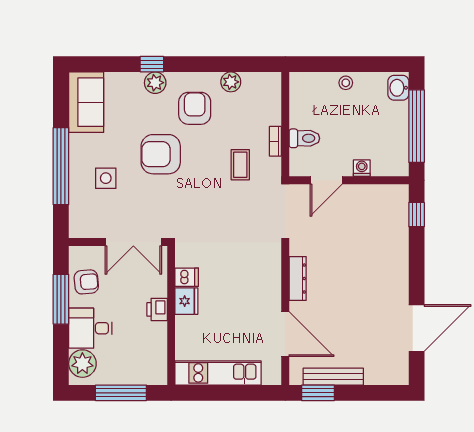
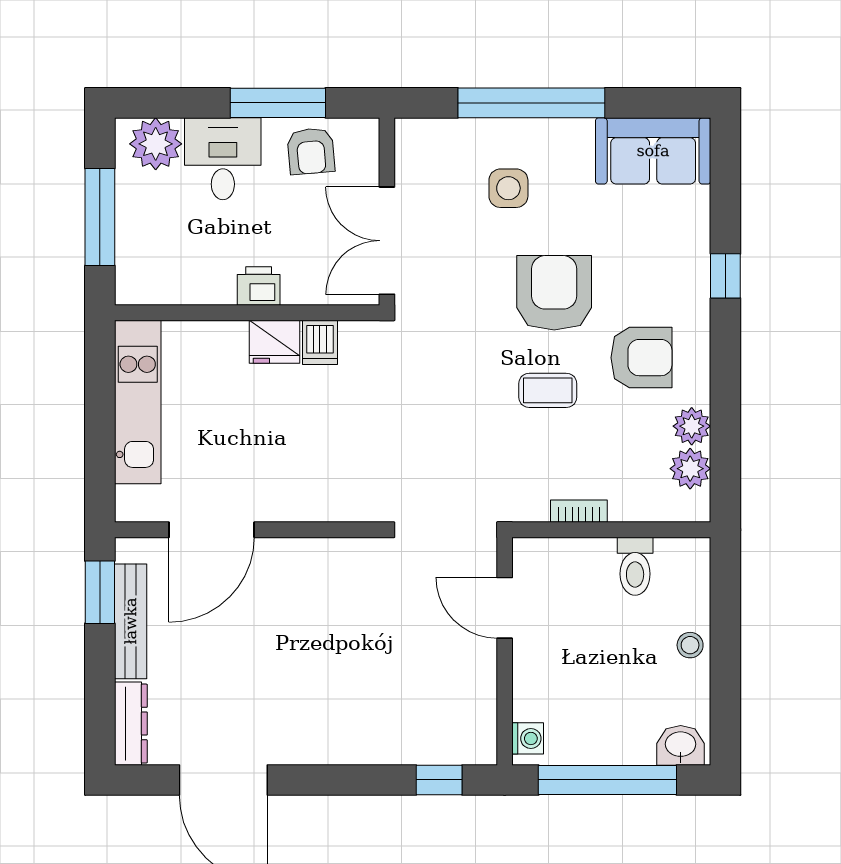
plant: (155, 83) -> (690, 469), moved
toilet: (304, 138) -> (635, 566), moved
coffee table: (240, 165) -> (548, 390), moved
washing machine: (362, 168) -> (528, 738), moved
dresser: (298, 279) -> (131, 724), moved, turned -90

